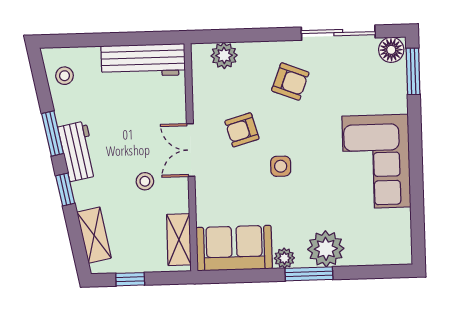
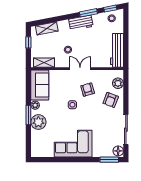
armchair: (290, 82) -> (111, 100), moved
window: (65, 190) -> (110, 9), moved

